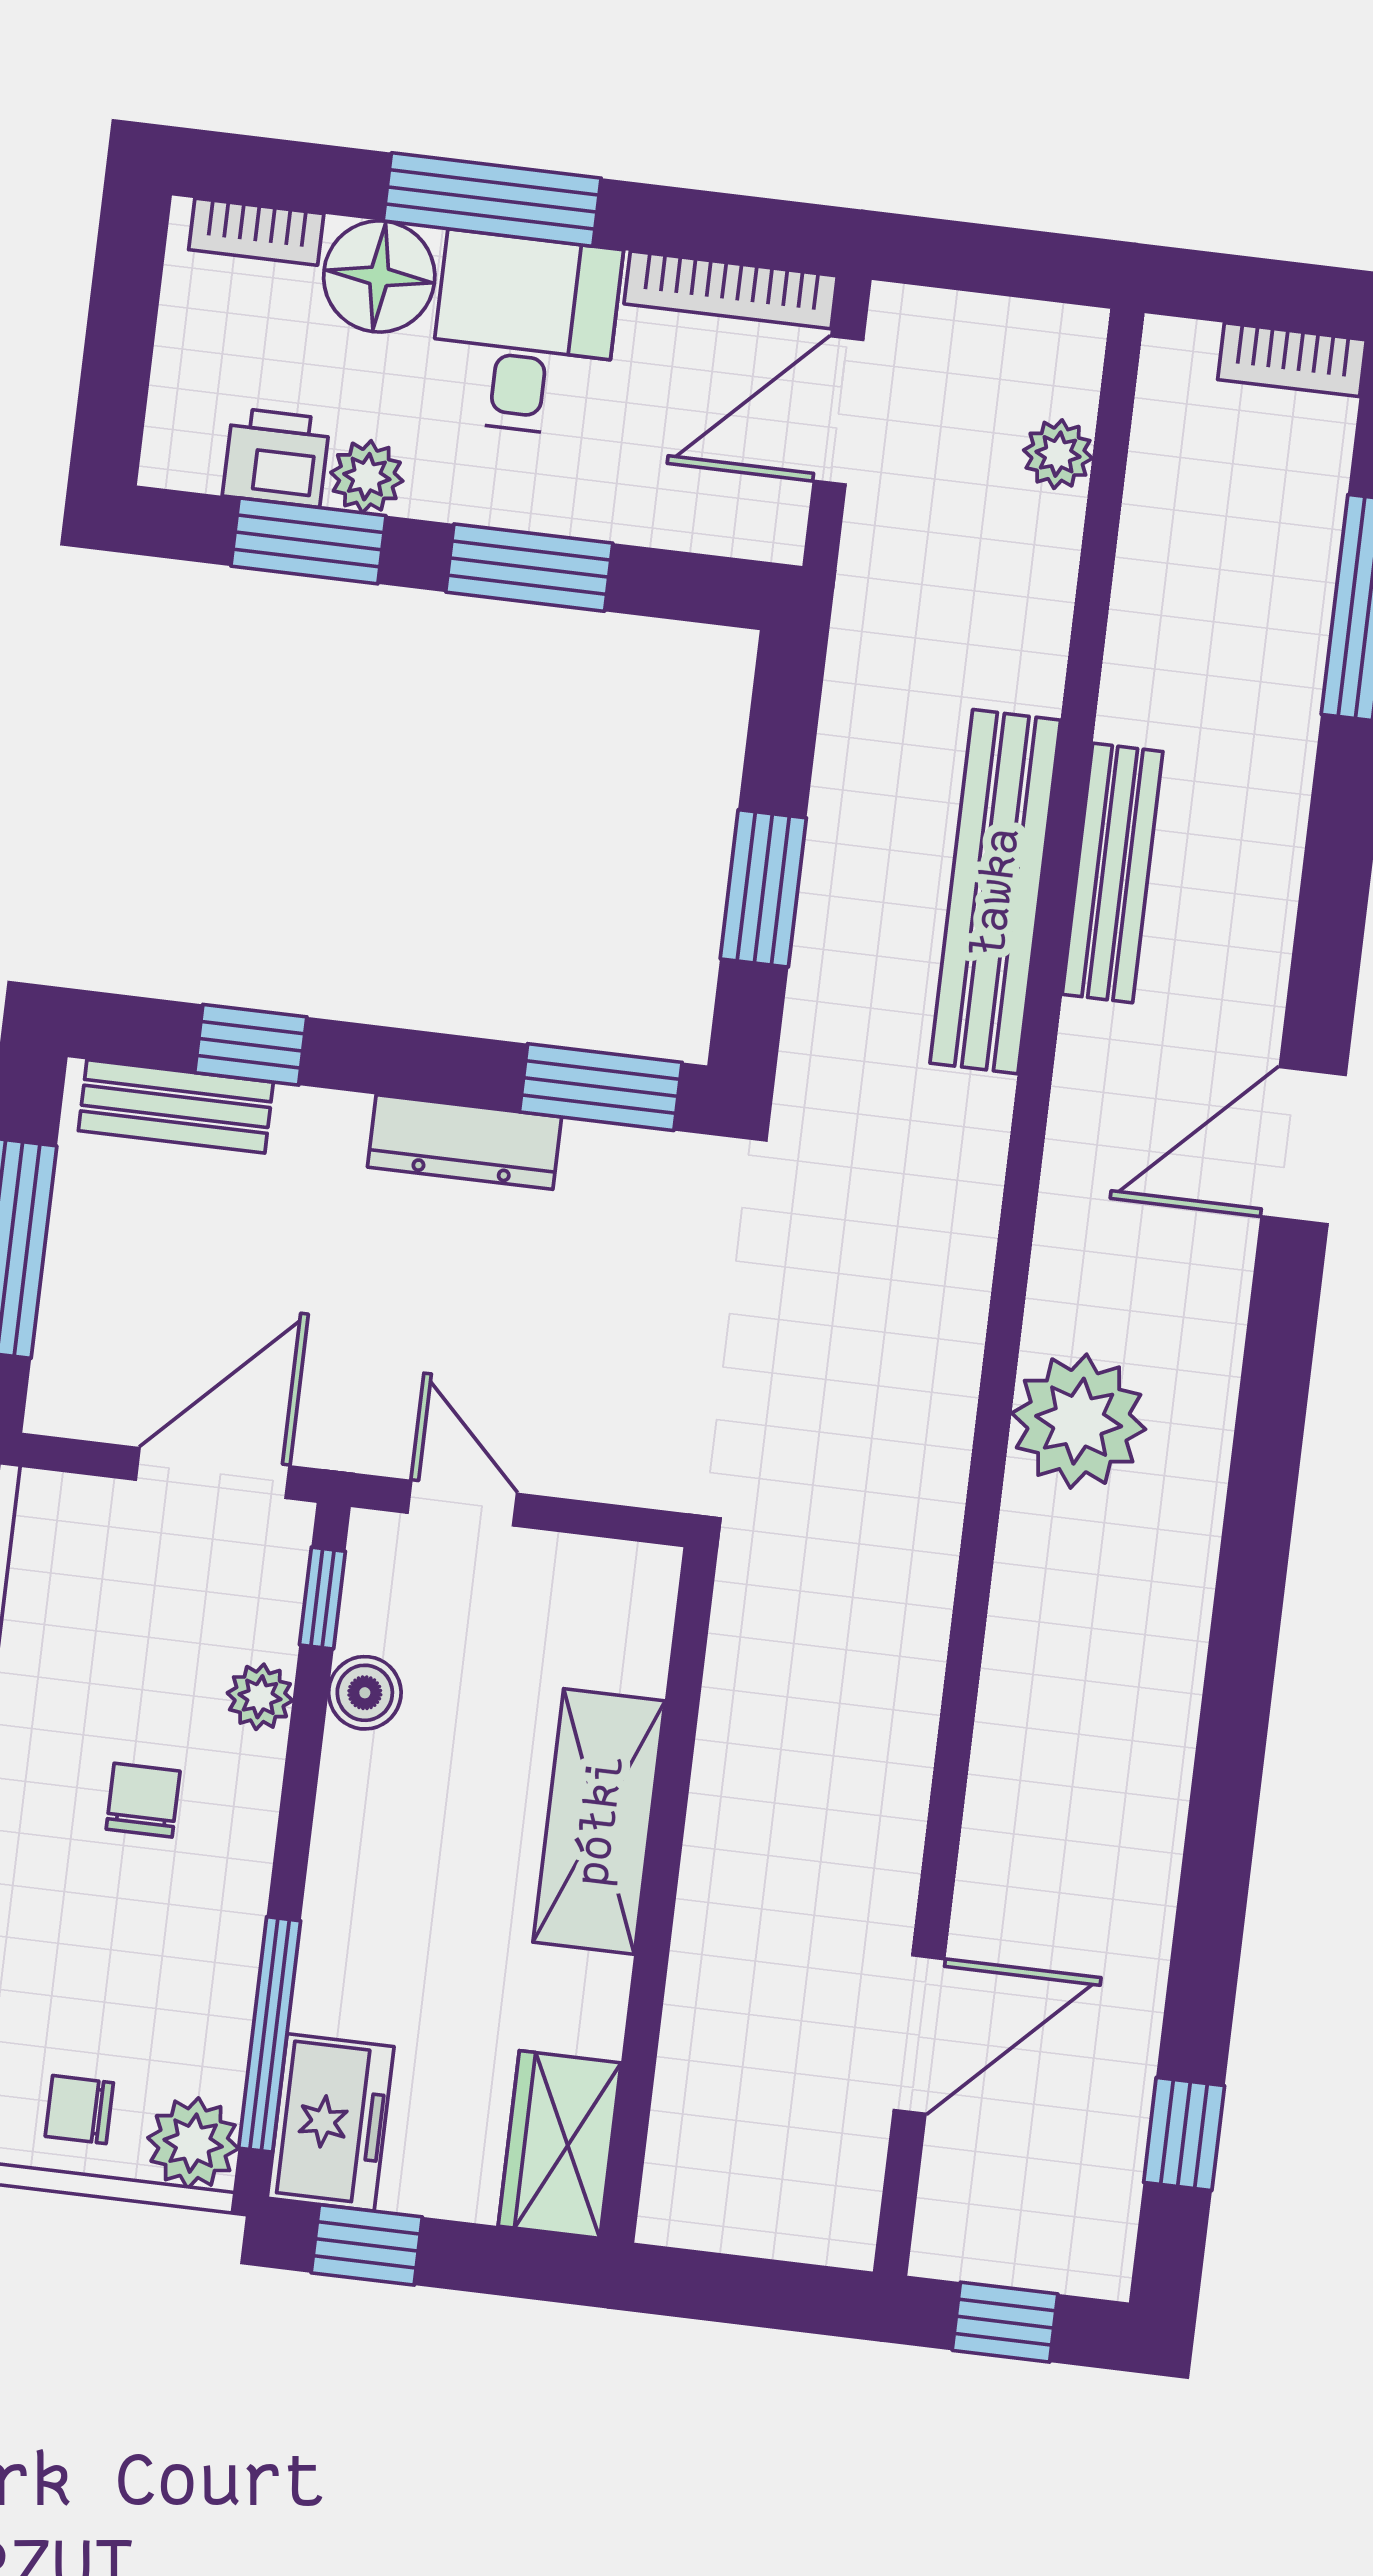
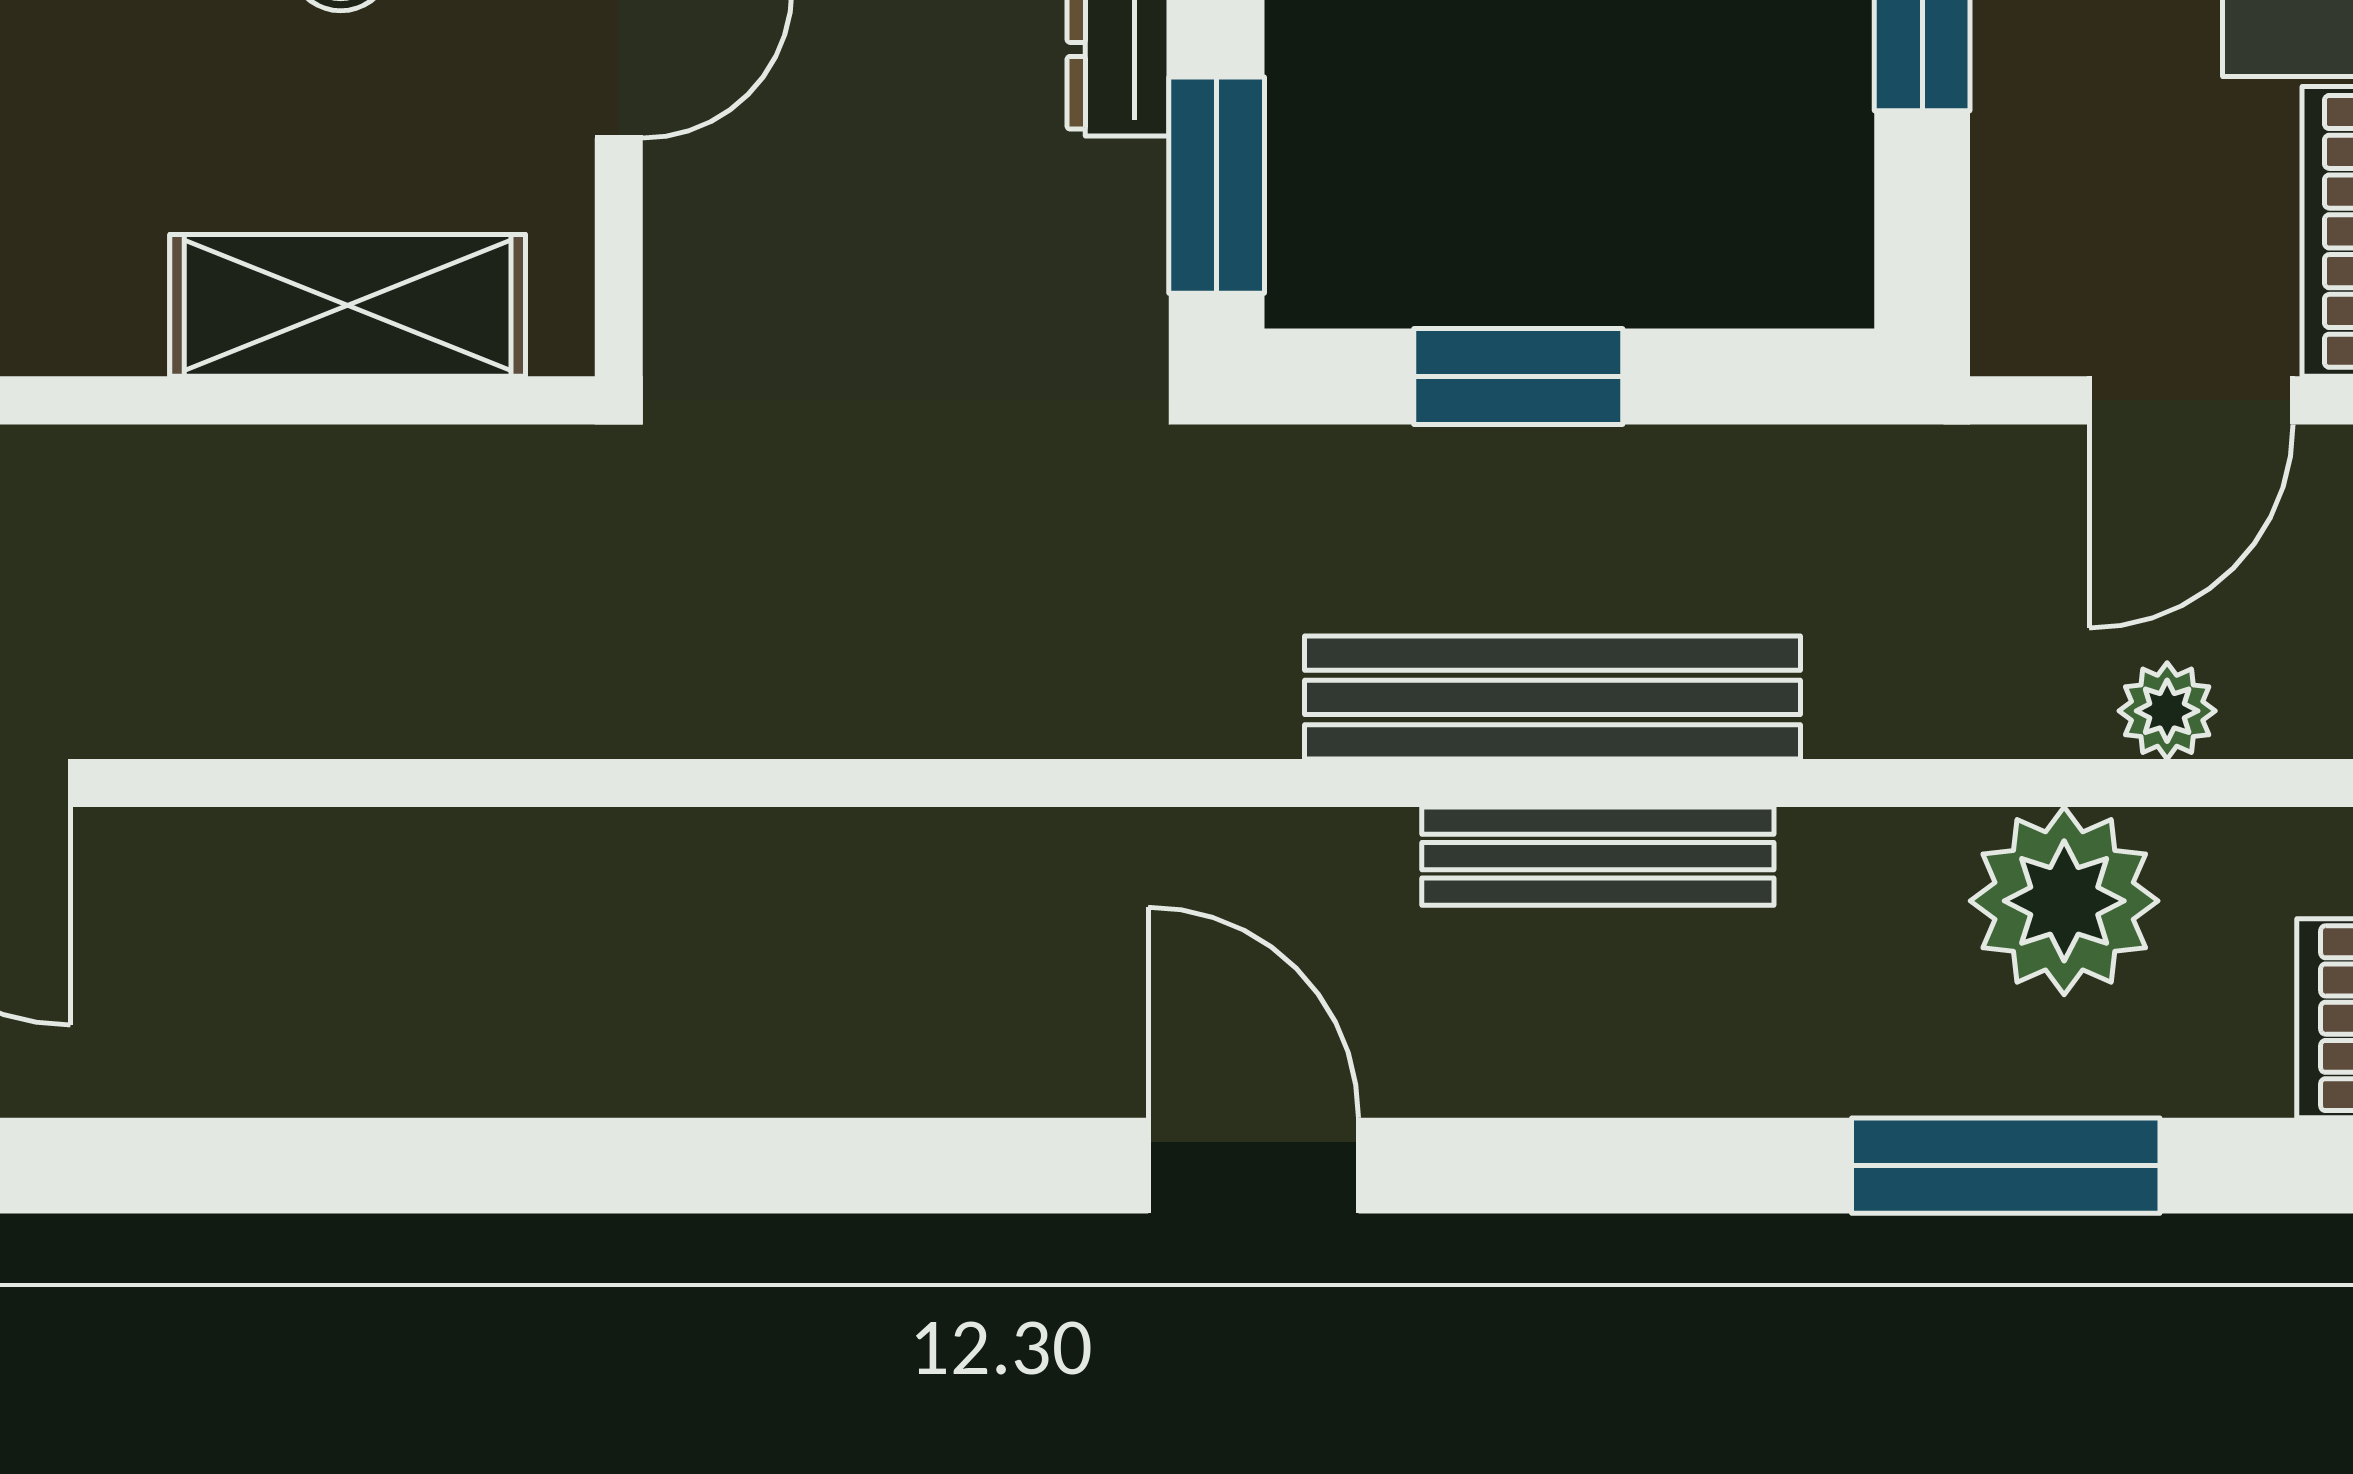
door: (838, 410) -> (2191, 400), swing flipped
plant: (1079, 1421) -> (2064, 901), moved
shelving: (599, 1821) -> (348, 305), moved

